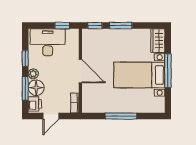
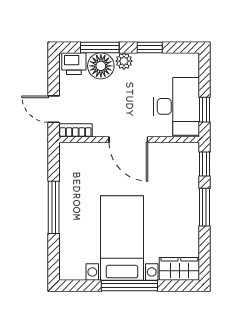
desk: (48, 42) -> (177, 106), moved
door: (80, 71) -> (128, 140), hinge flipped
door: (51, 116) -> (54, 109), moved

